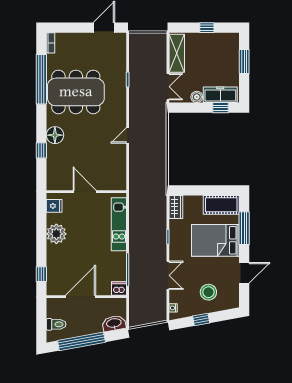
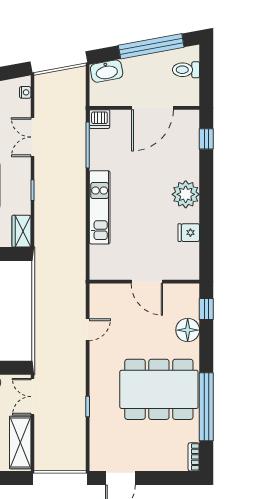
door: (85, 192) -> (147, 282), moved
wall: (86, 192) -> (144, 282), moved

